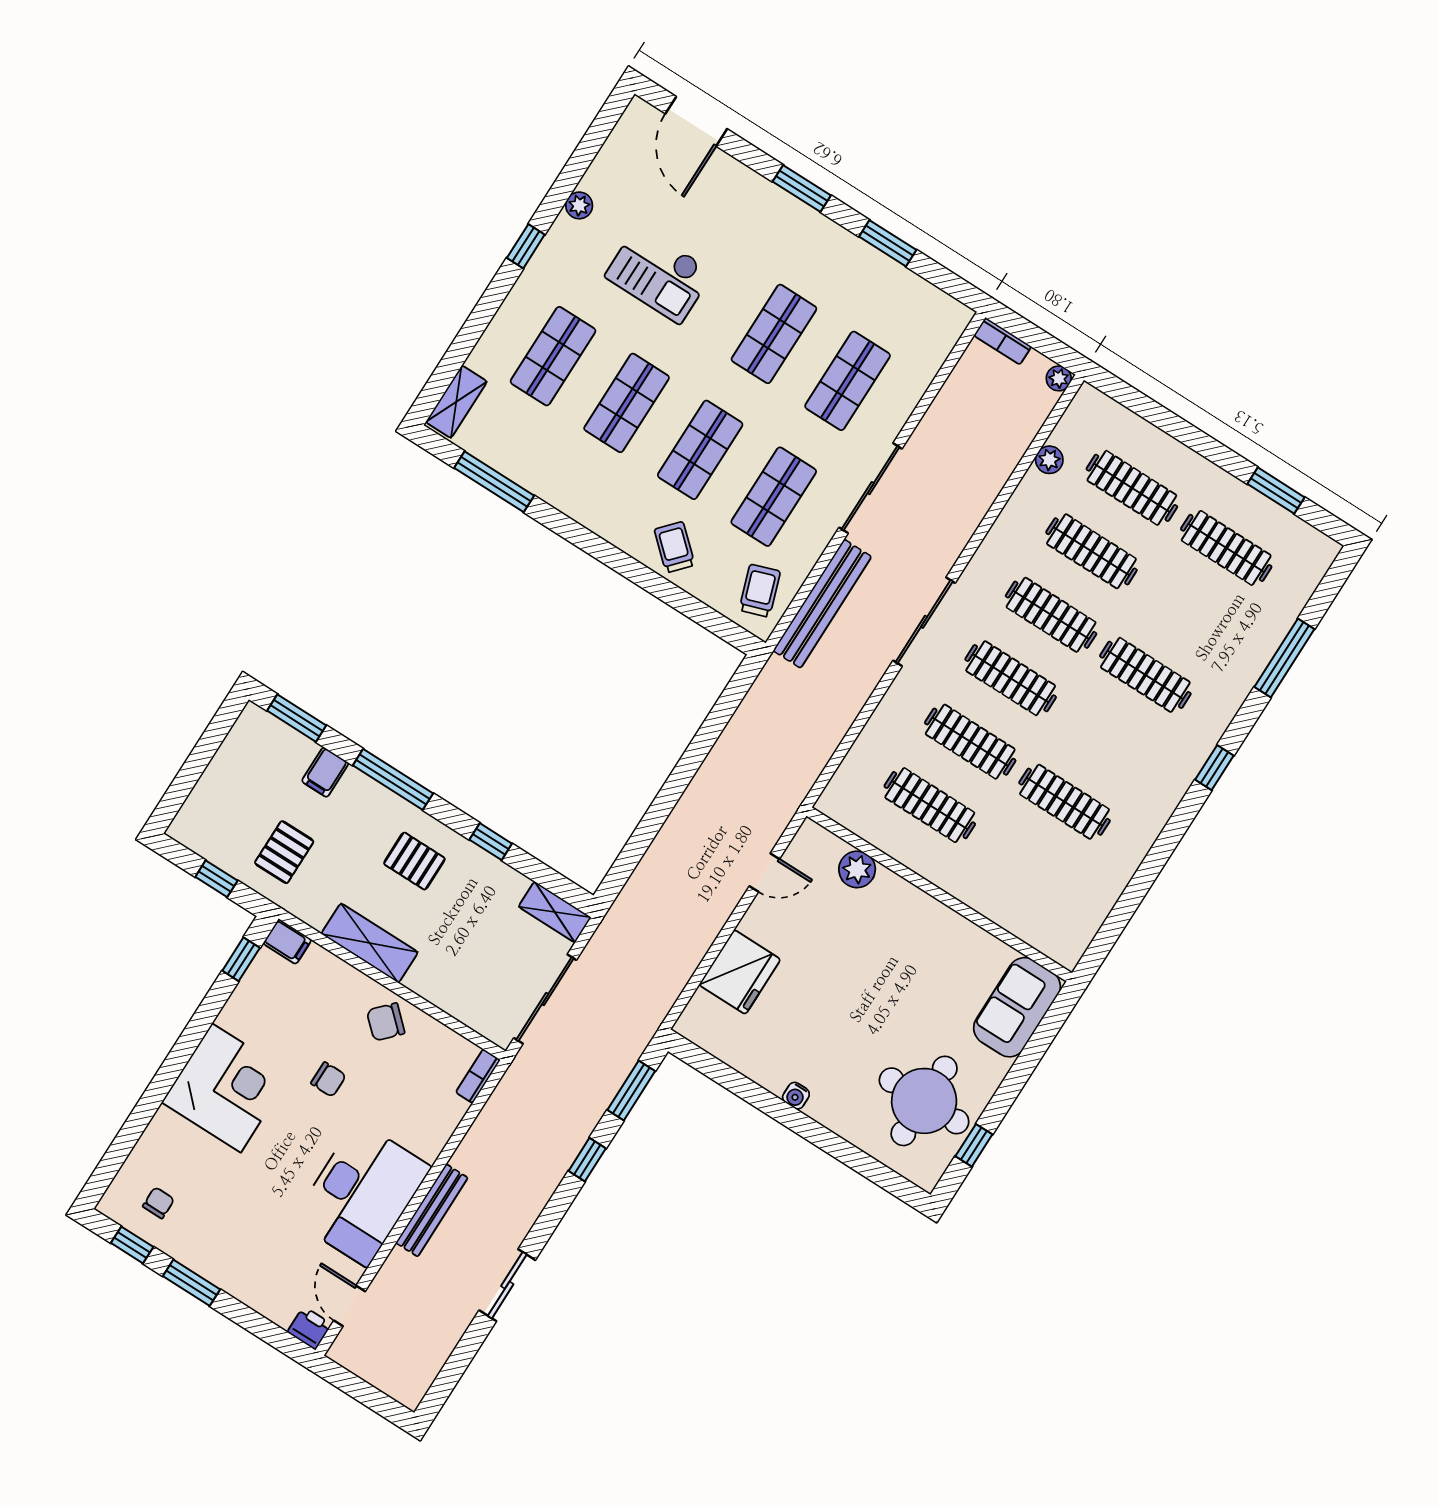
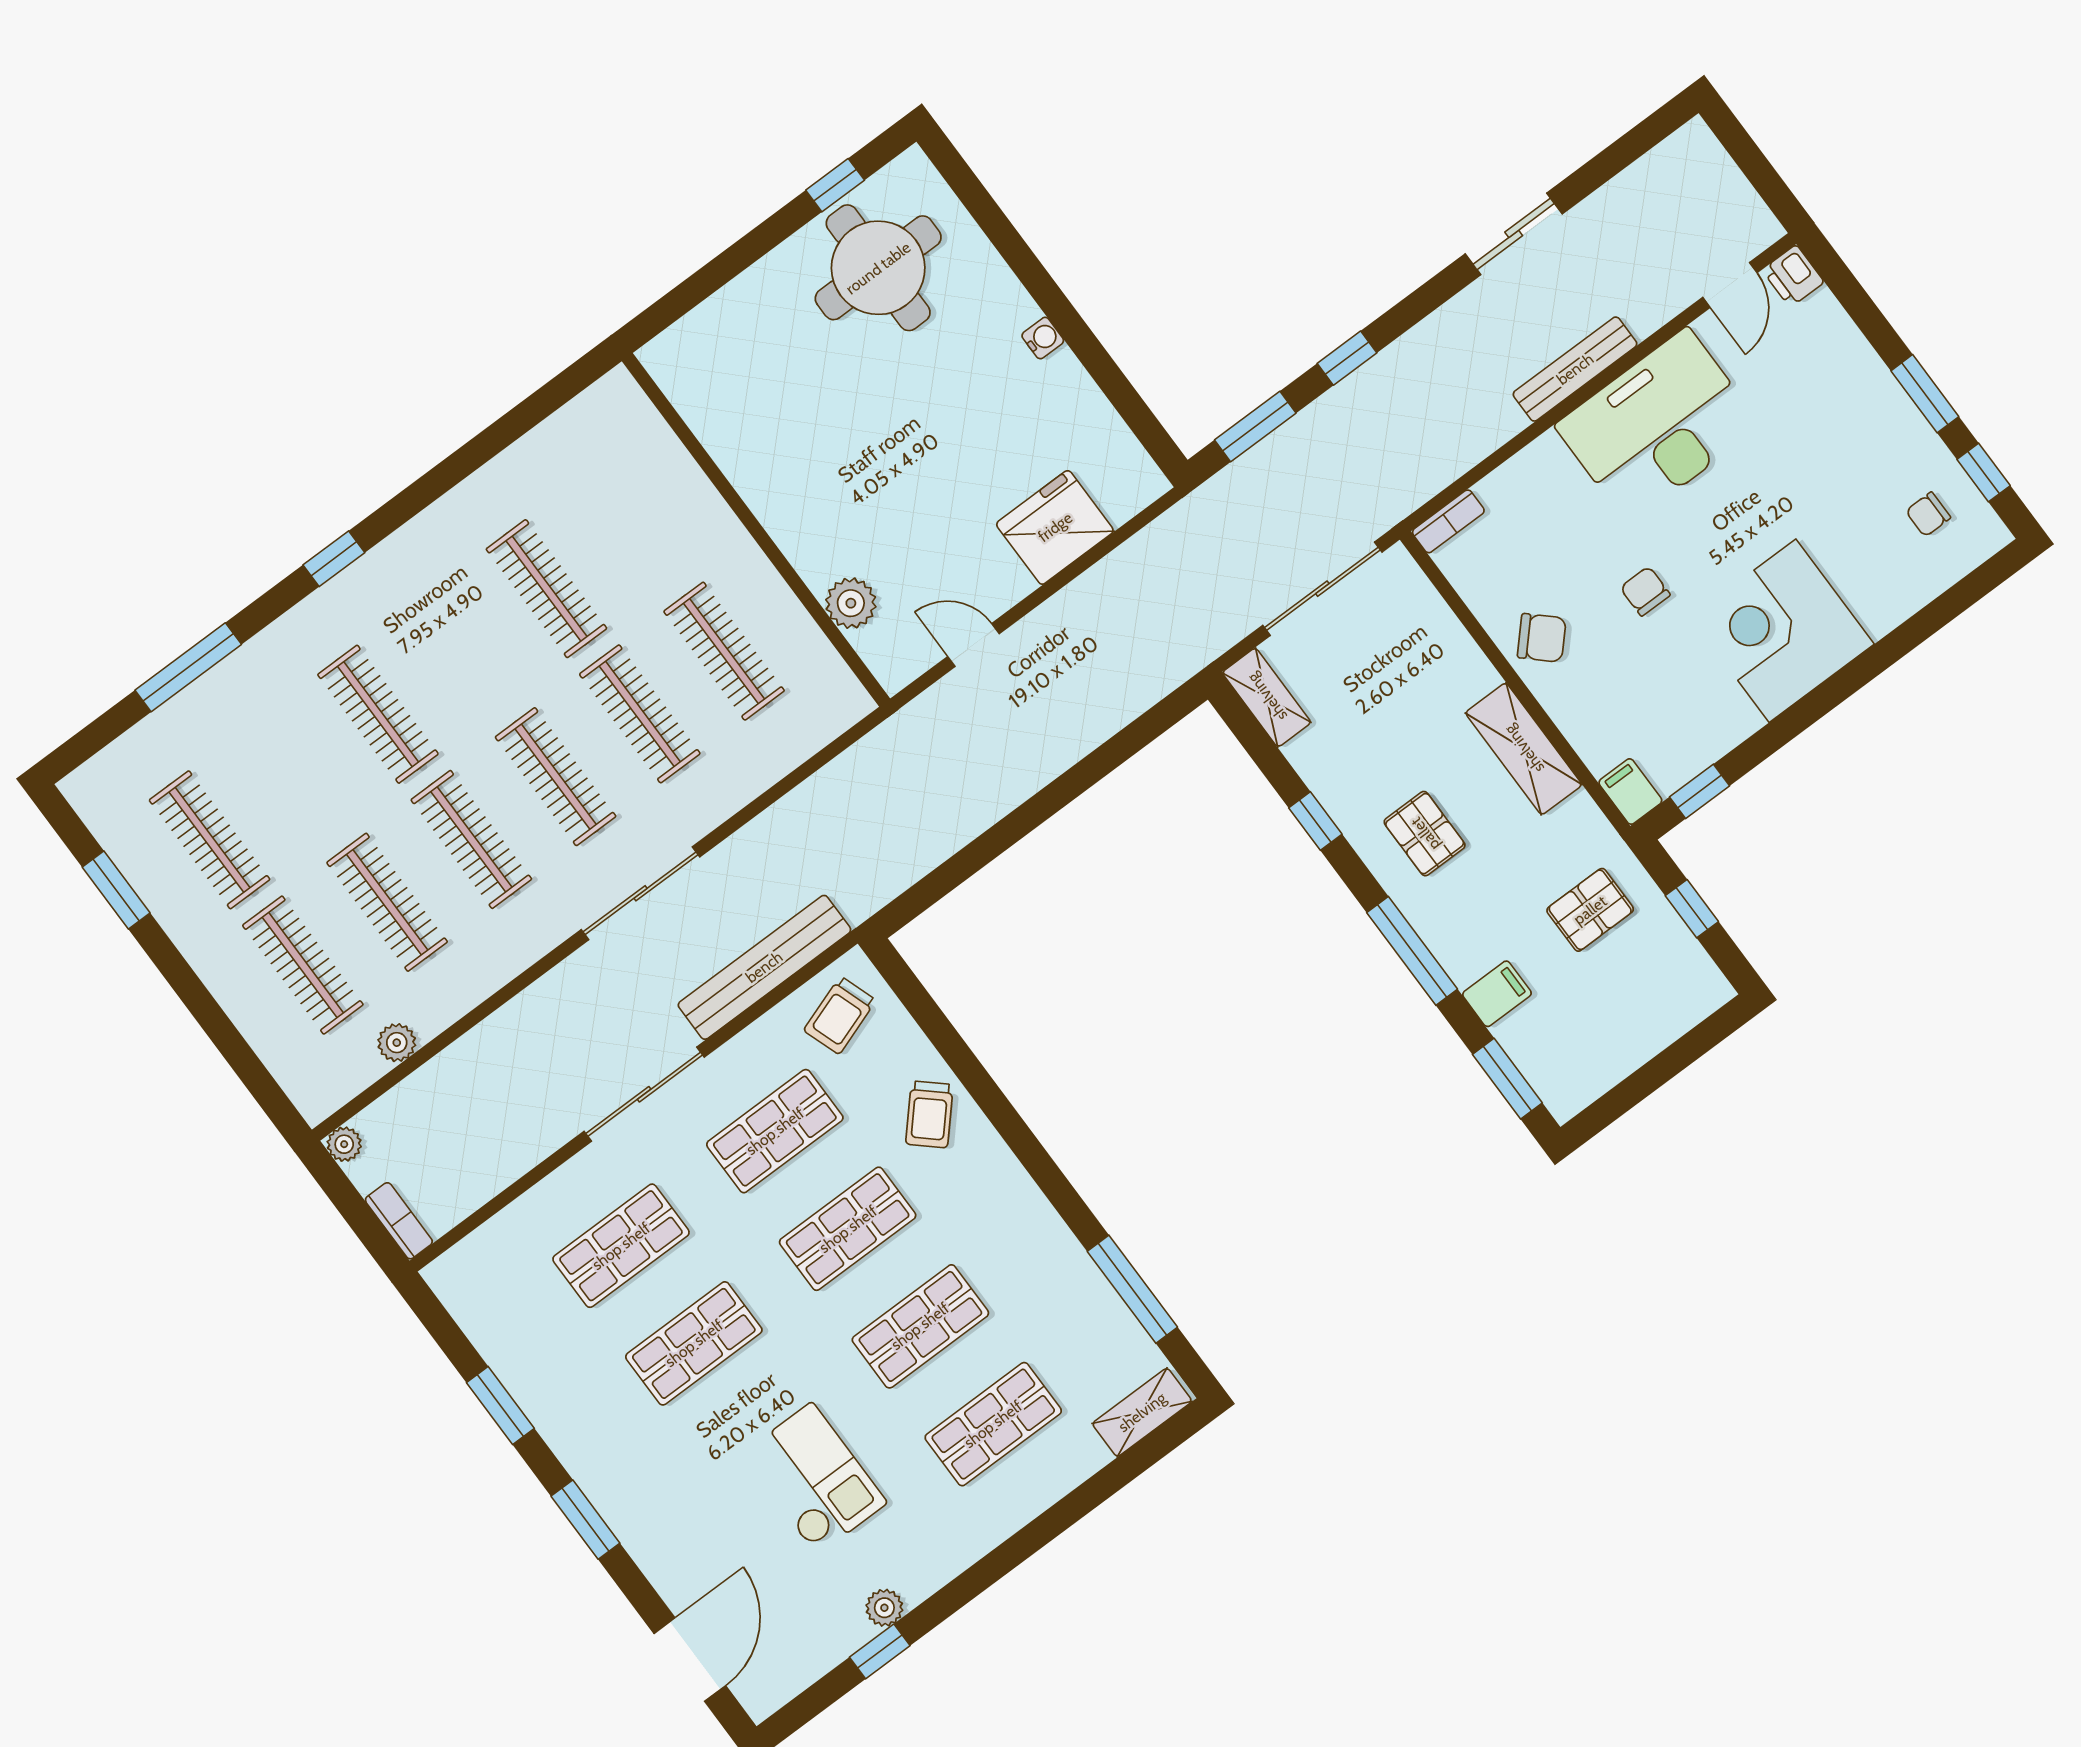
window: (526, 246) -> (880, 1651), moved
sofa: (1017, 1007) -> (710, 344), removed

